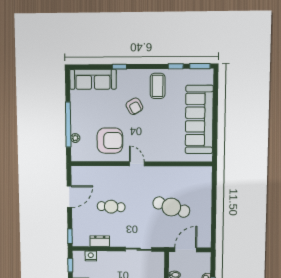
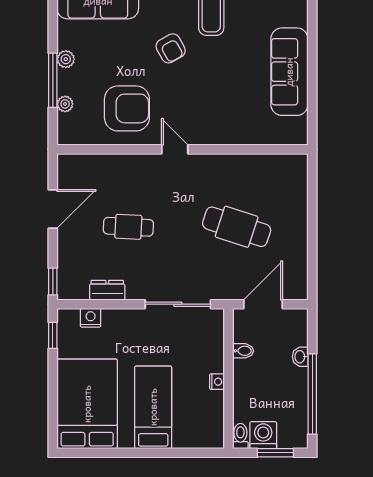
plant: (75, 113) -> (66, 59), added
sofa: (199, 120) -> (289, 72), width x0.74, depth x0.79
window: (68, 125) -> (53, 80), width x0.68
sliding door: (139, 249) -> (178, 304), width x1.37

